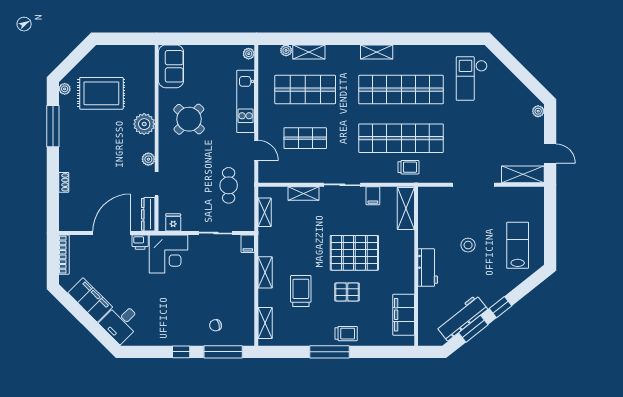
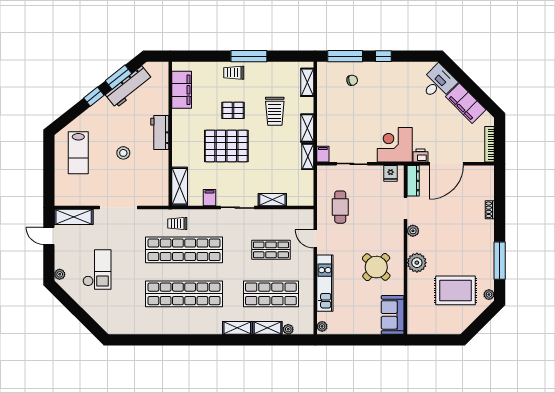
shelving: (377, 52) -> (237, 328), moved
checkout: (472, 78) -> (97, 269), moved
shelving: (265, 212) -> (308, 157), moved

